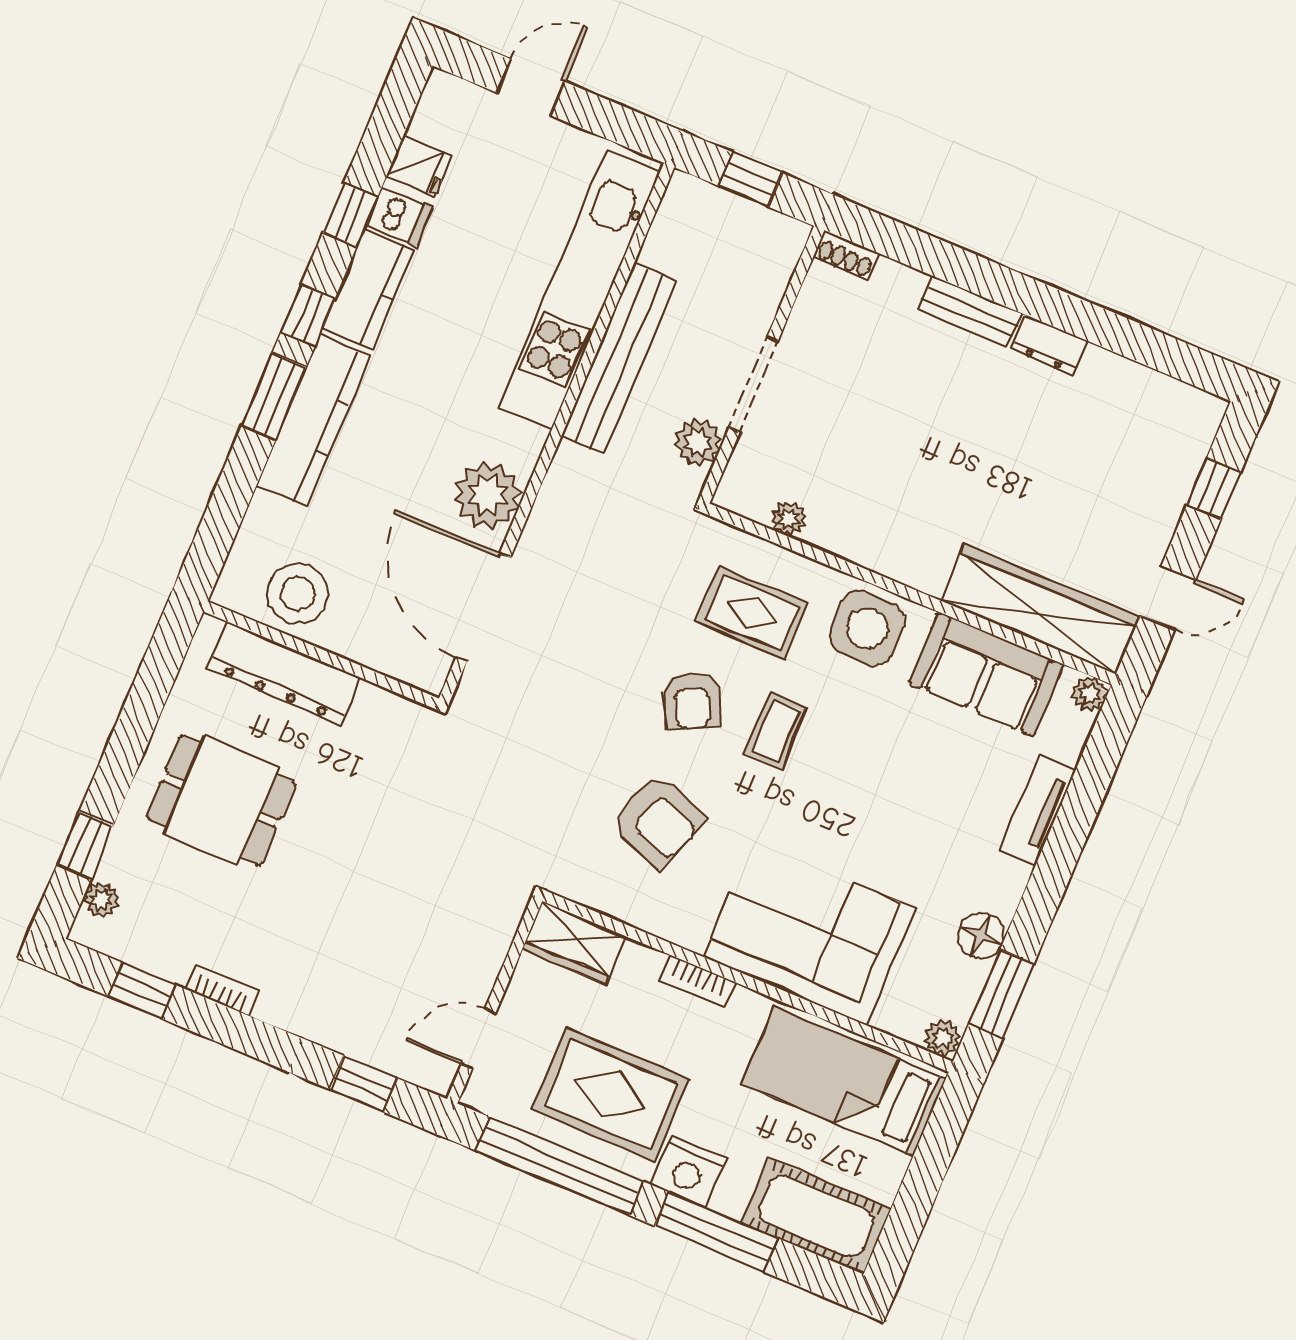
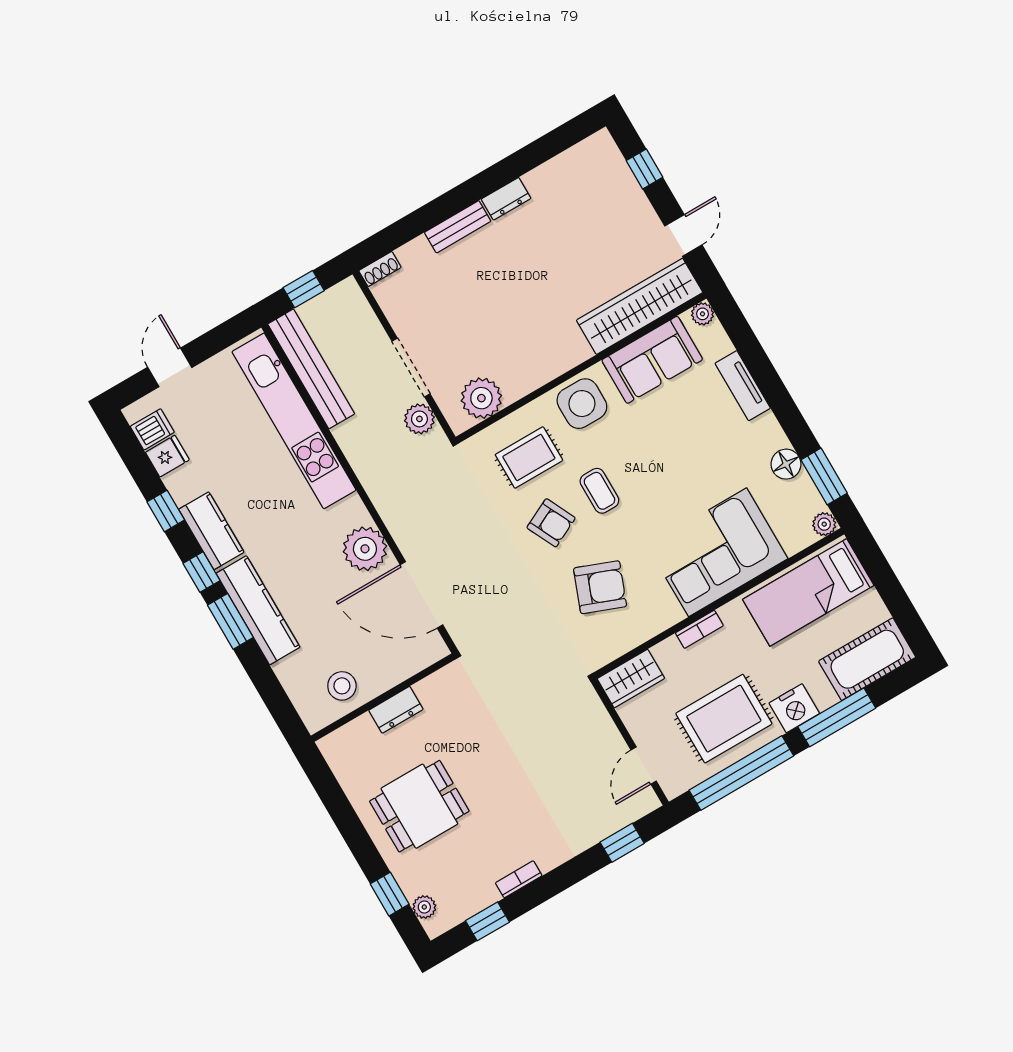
dishwasher: (399, 217) -> (152, 429), moved
bench: (619, 358) -> (311, 369), moved
plant: (789, 519) -> (481, 398), width x1.88, depth x1.88
stool: (298, 594) -> (342, 686), width x0.73, depth x0.73
dresser: (283, 673) -> (396, 710), width x0.51, depth x0.80

